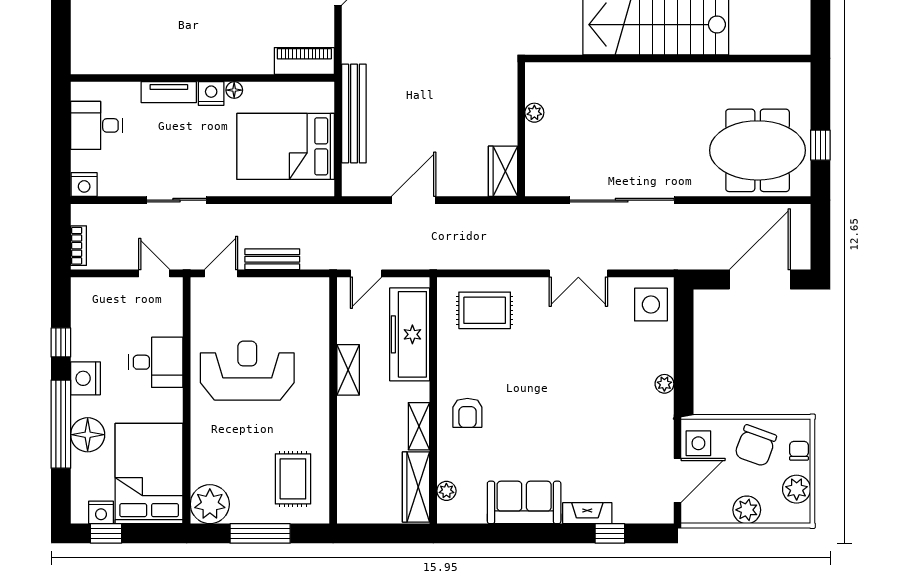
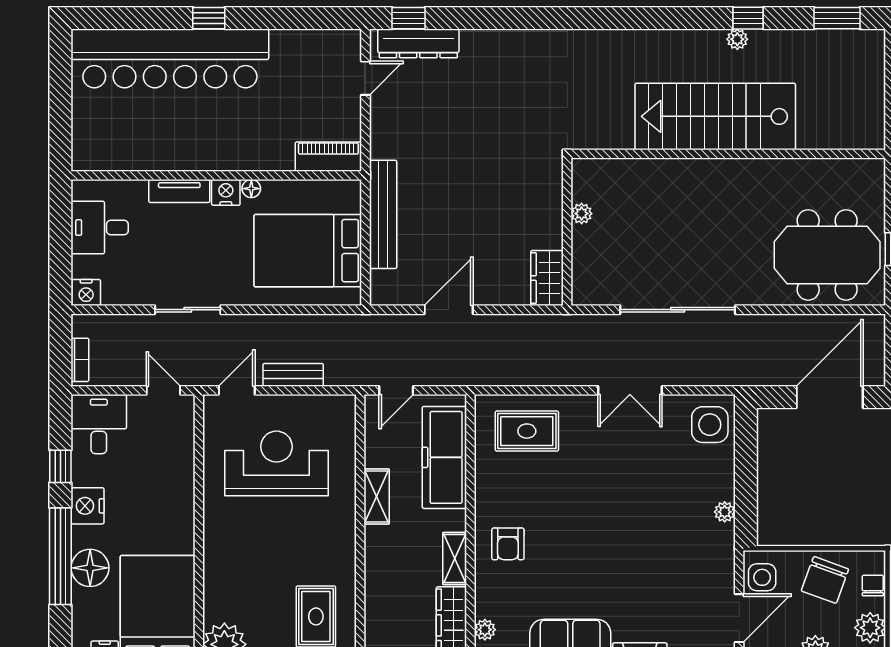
desk: (156, 362) -> (99, 424), moved, turned -90
reception desk: (247, 371) -> (276, 463), moved

